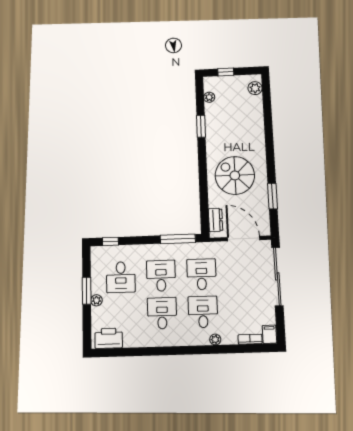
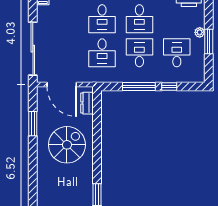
spiral stairs: (235, 175) -> (67, 145), turned -90
window: (178, 239) -> (139, 86), moved
window: (110, 241) -> (169, 86), moved
desk: (161, 276) -> (139, 53), turned 180

